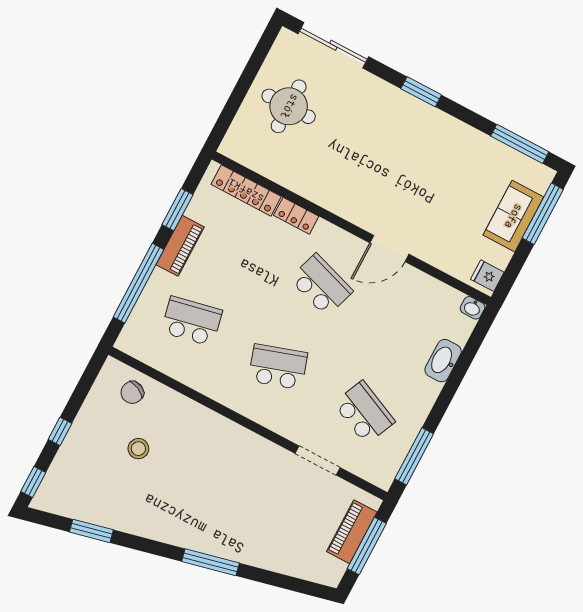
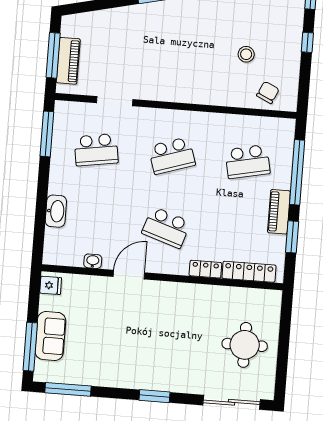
washbasin: (473, 308) -> (93, 261), moved
school desk: (364, 413) -> (96, 150), turned -33

